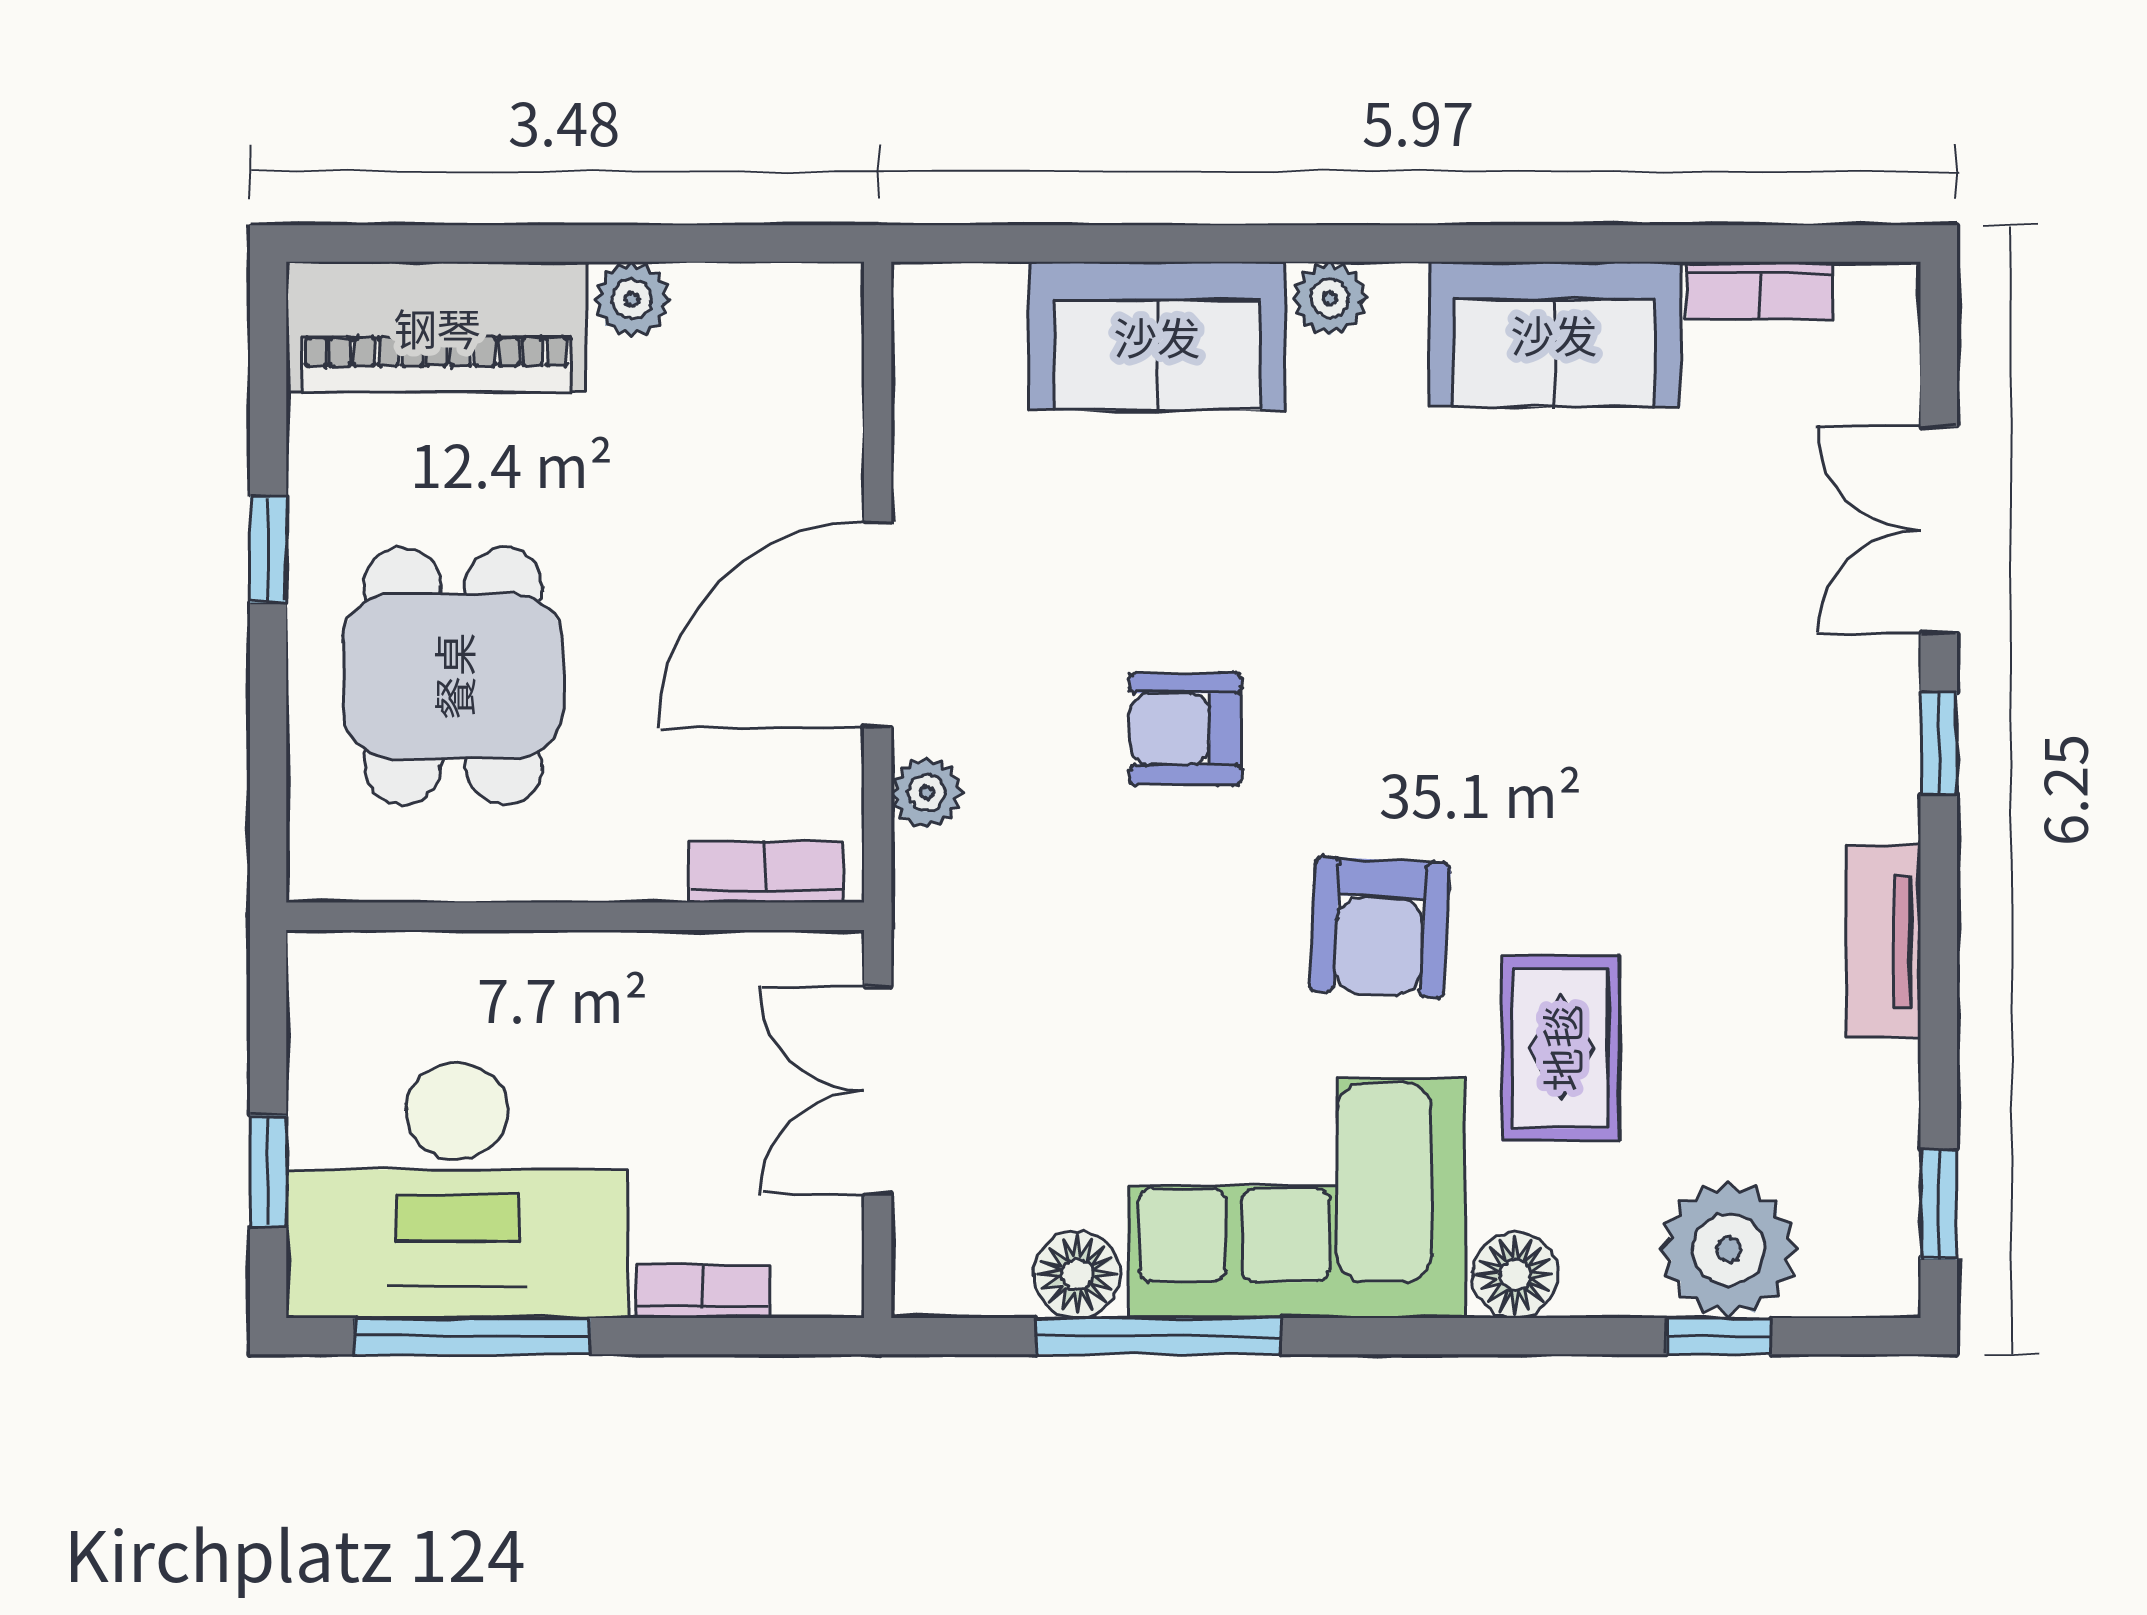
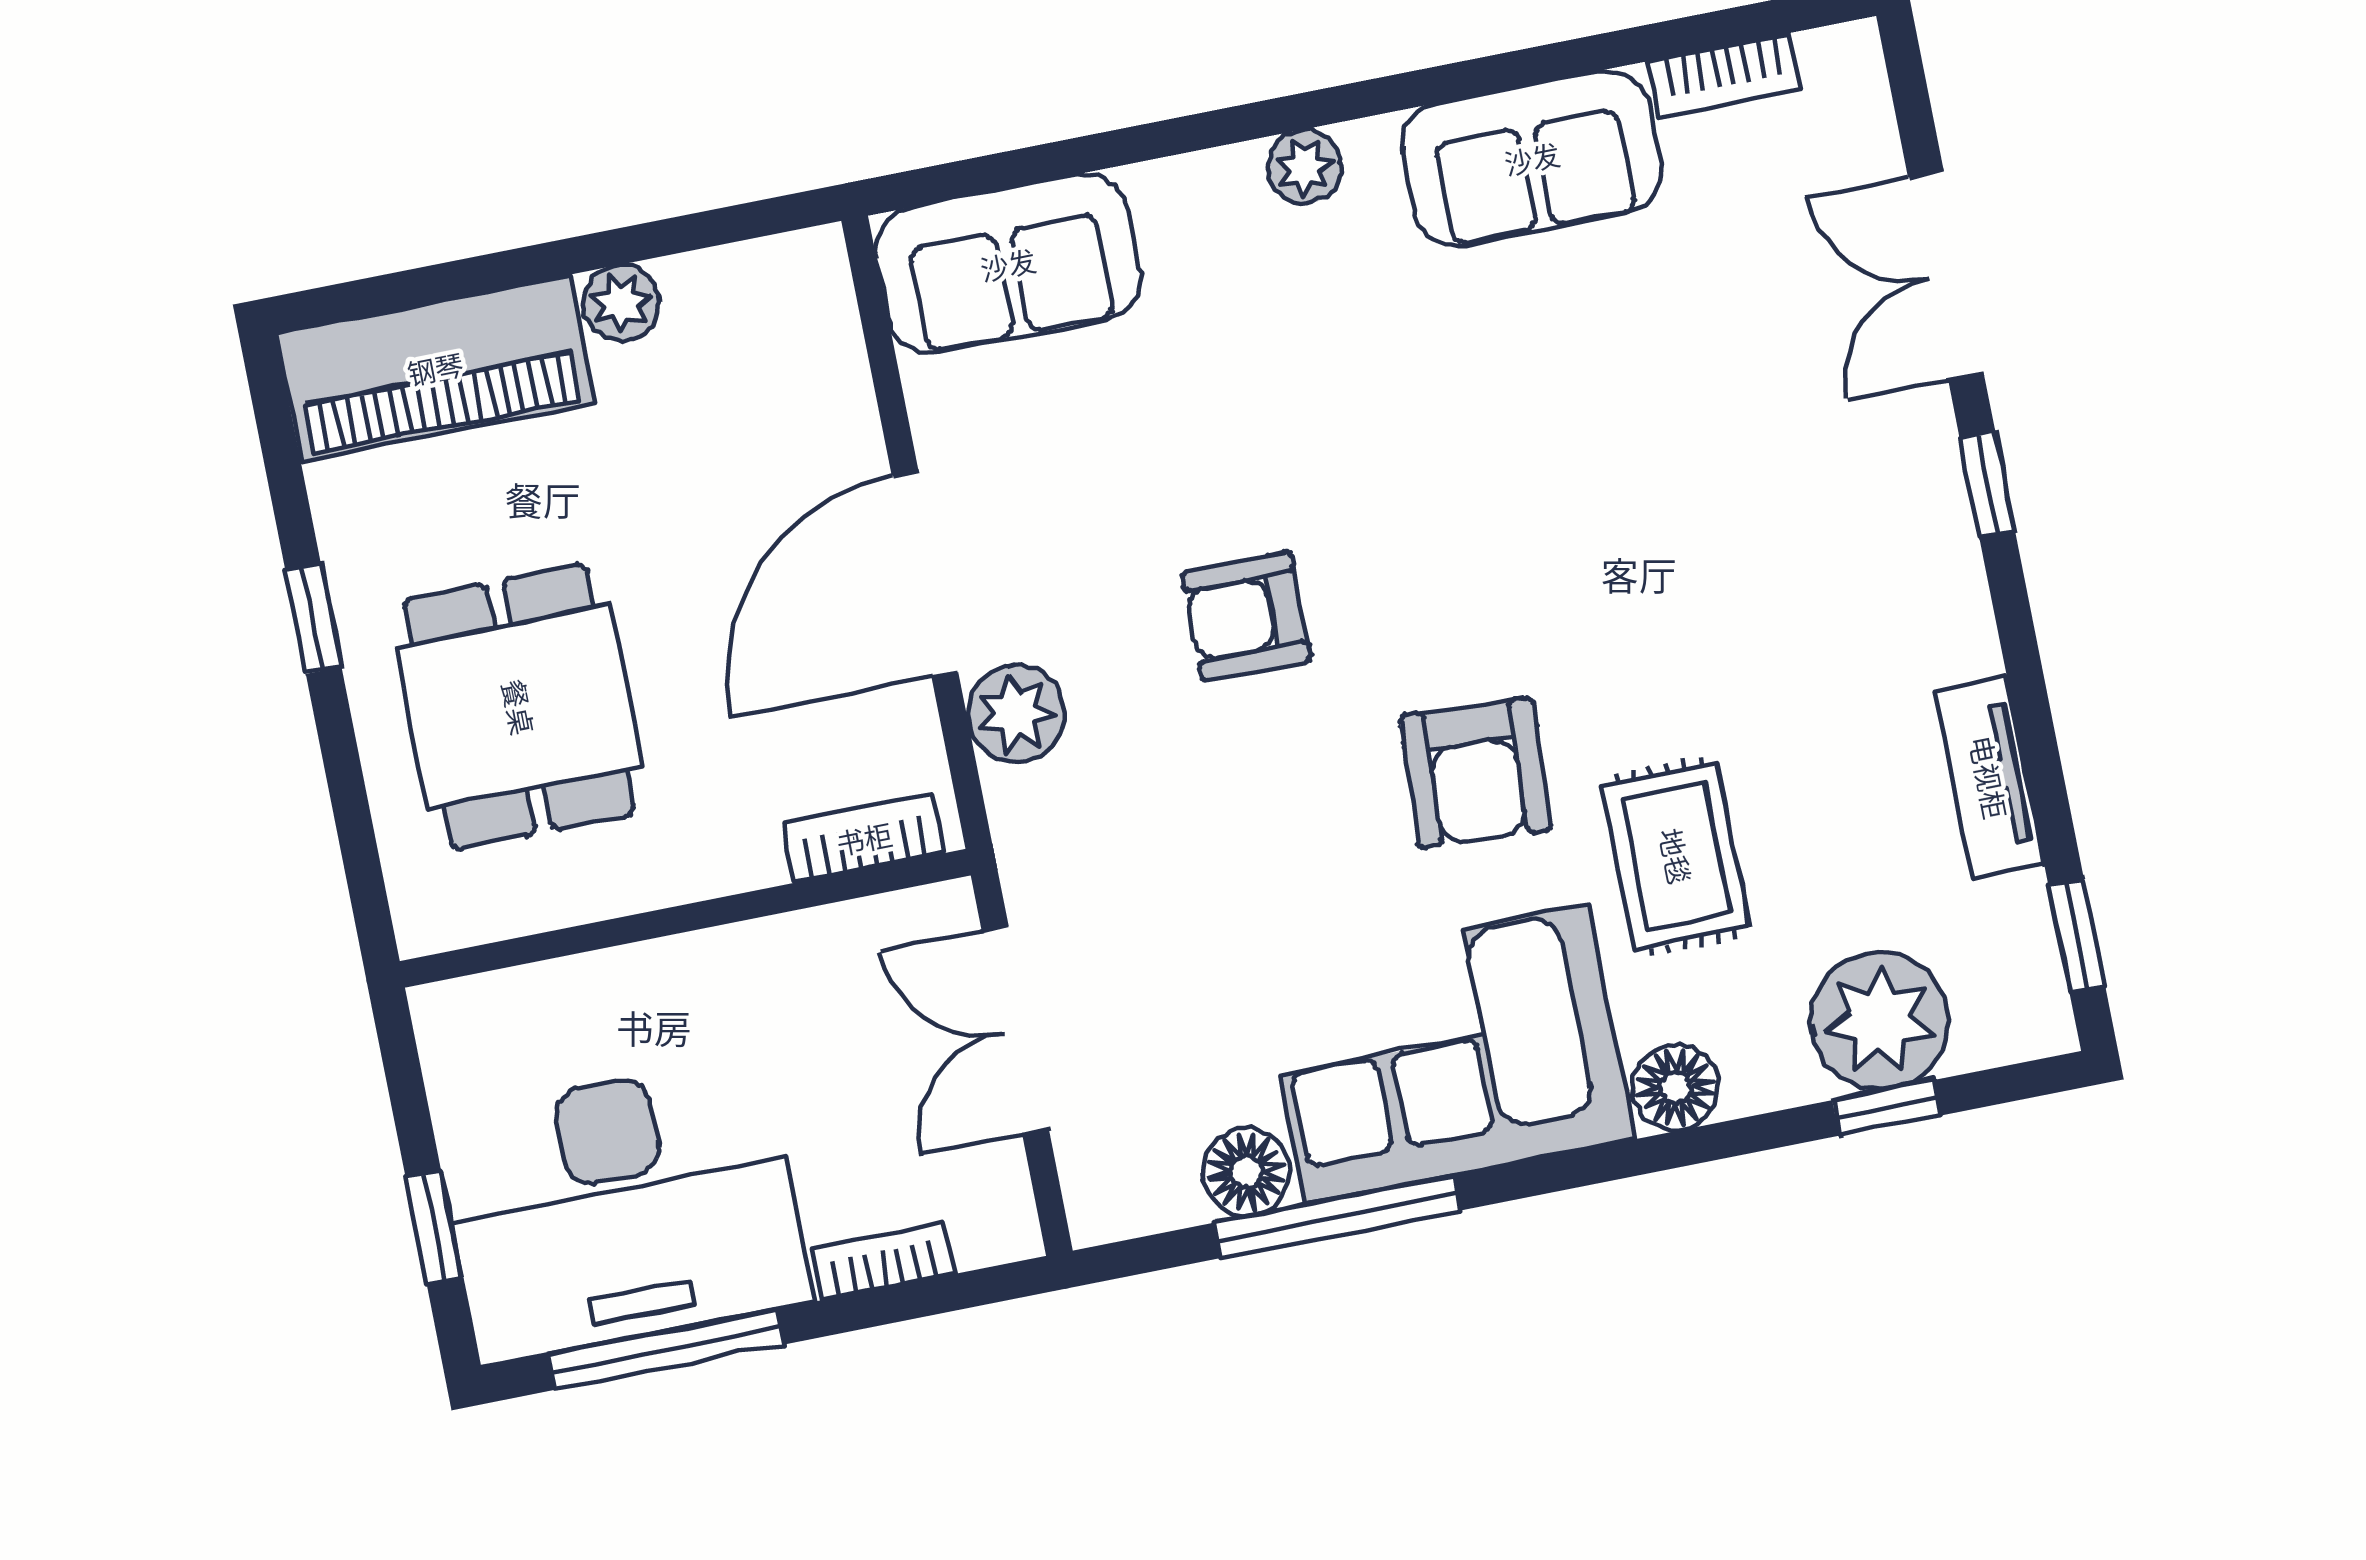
sofa: (1157, 336) -> (1008, 264), moved
plant: (927, 793) -> (1016, 714), width x1.38, depth x1.38
tv unit: (1884, 941) -> (1989, 777), moved

